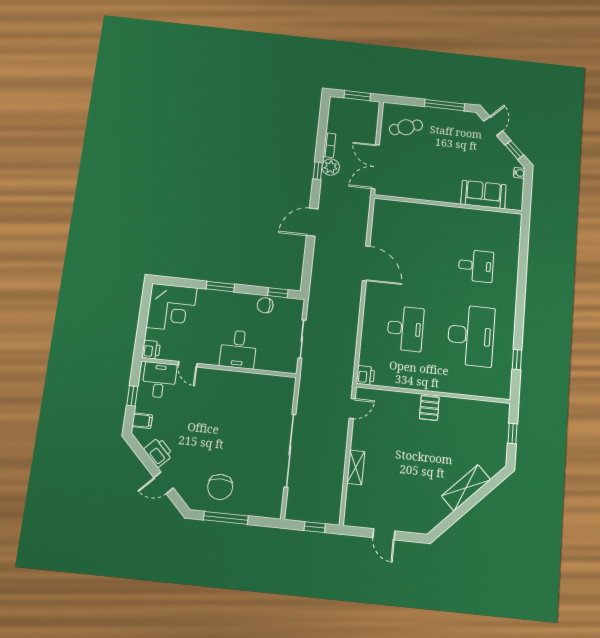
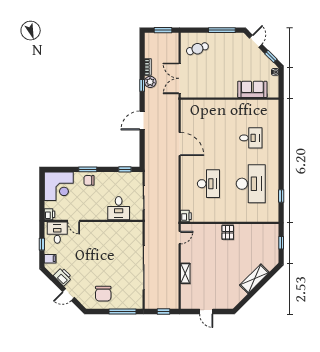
chair: (265, 305) -> (89, 180), moved
desk: (238, 349) -> (119, 208), moved
window: (226, 518) -> (122, 312), moved

